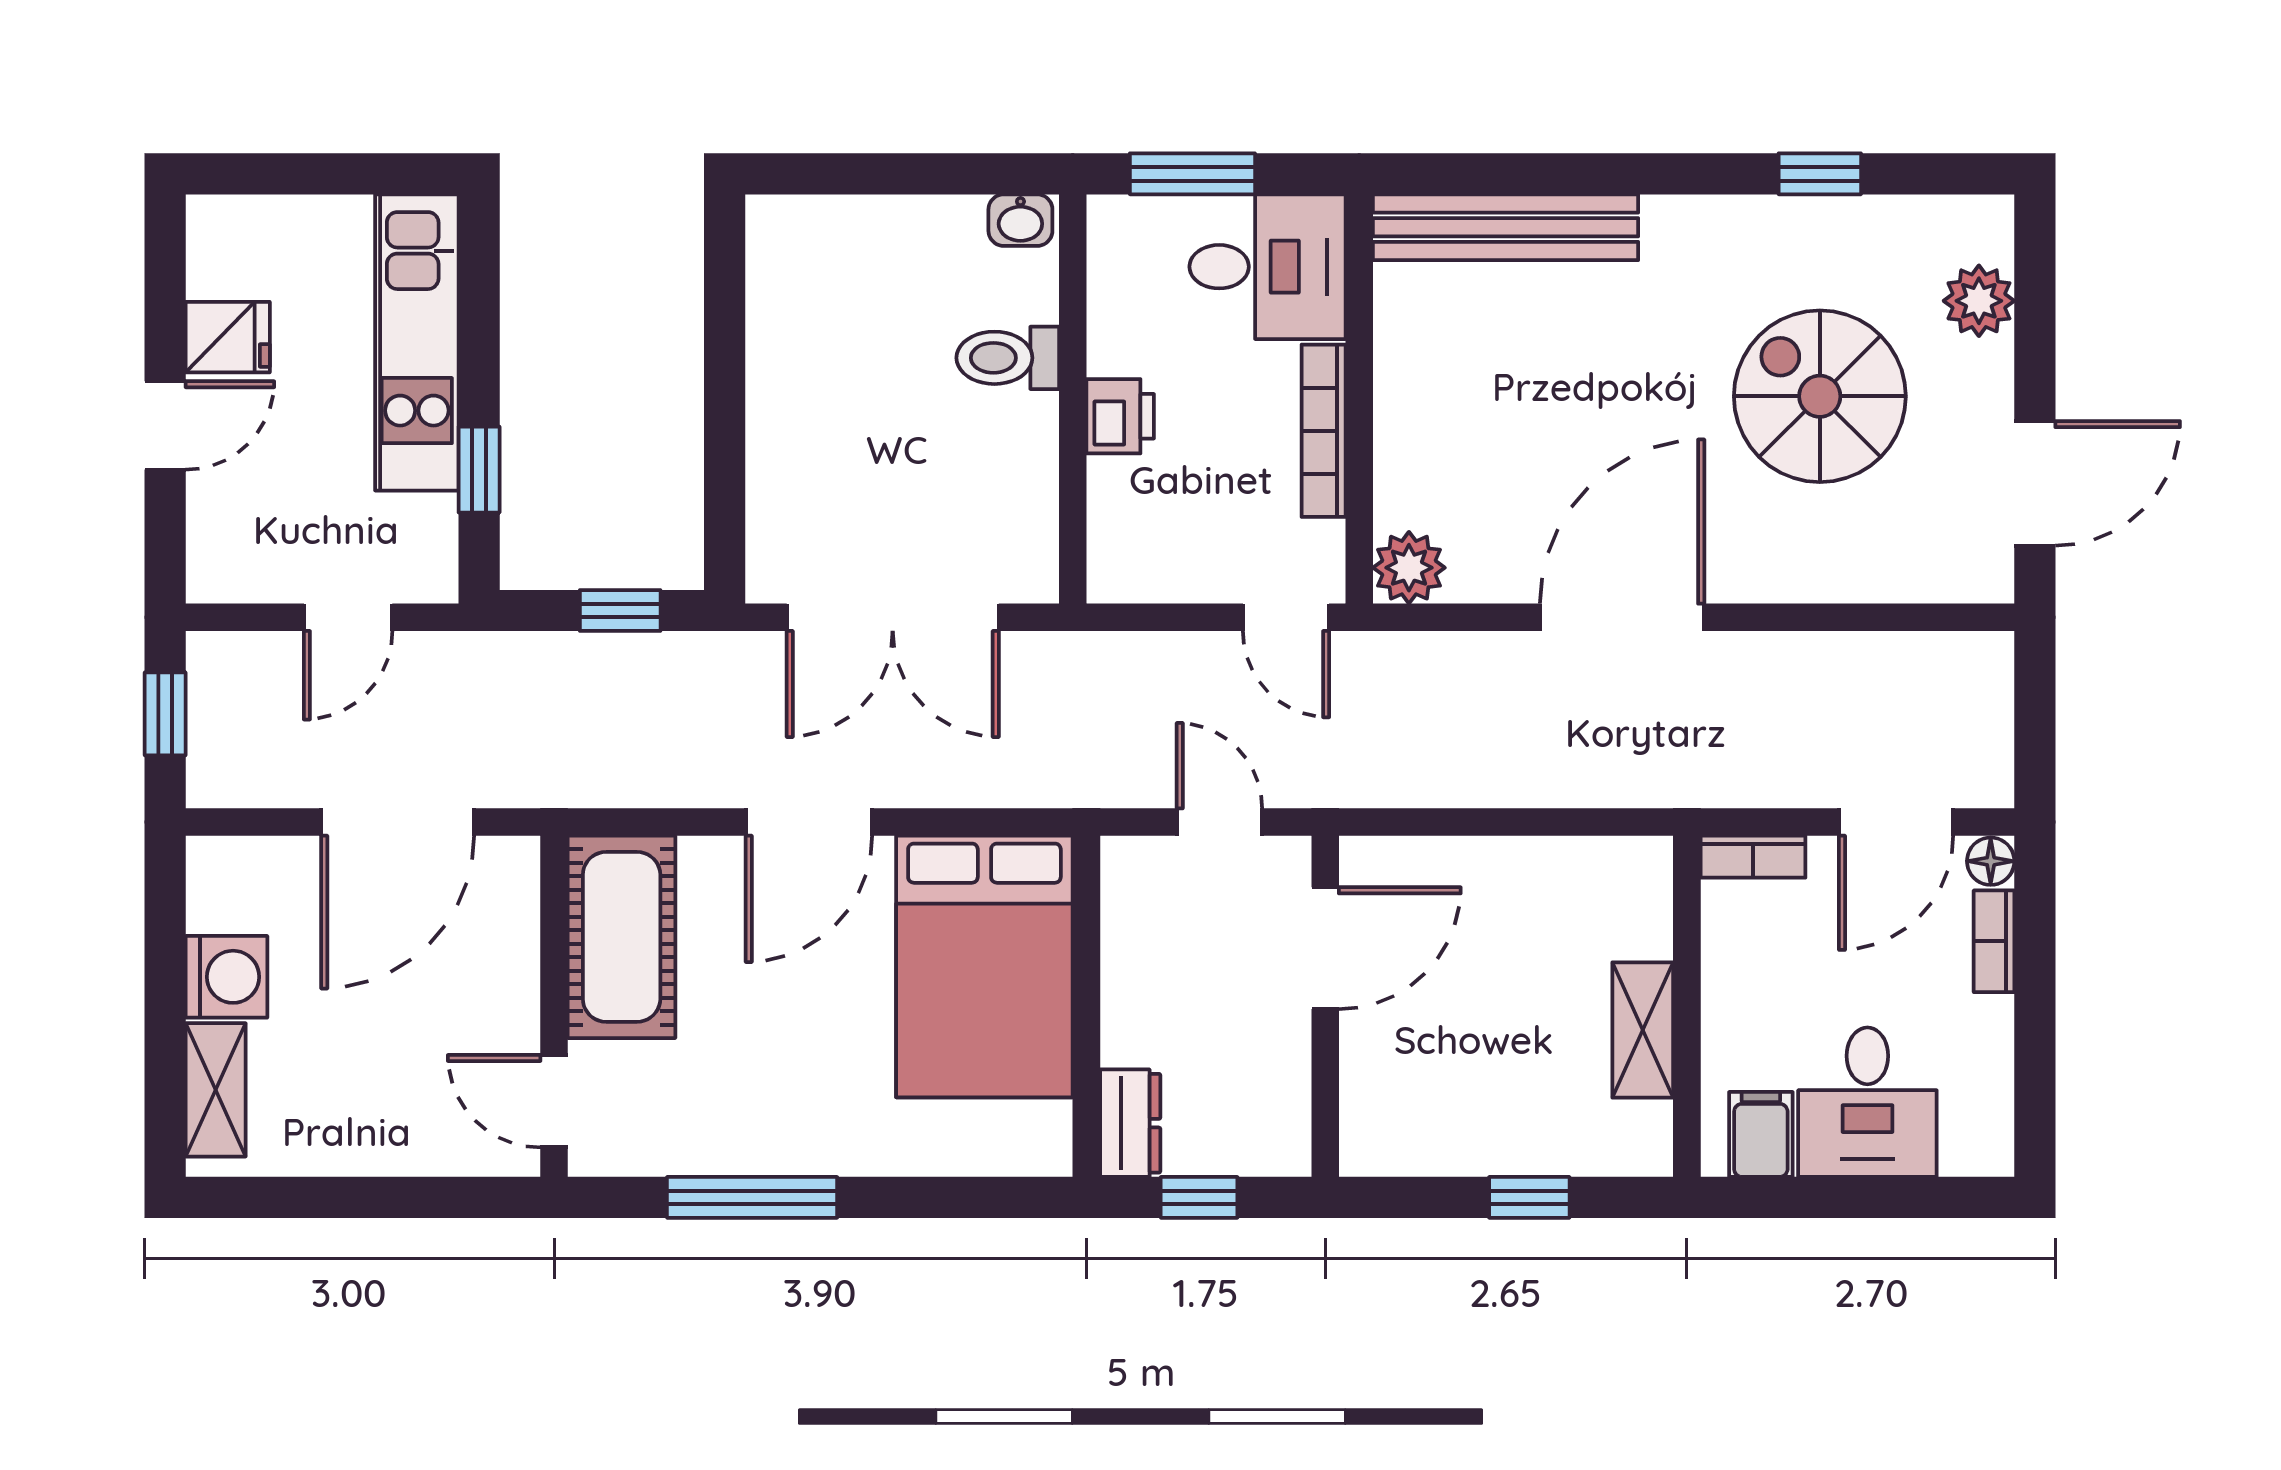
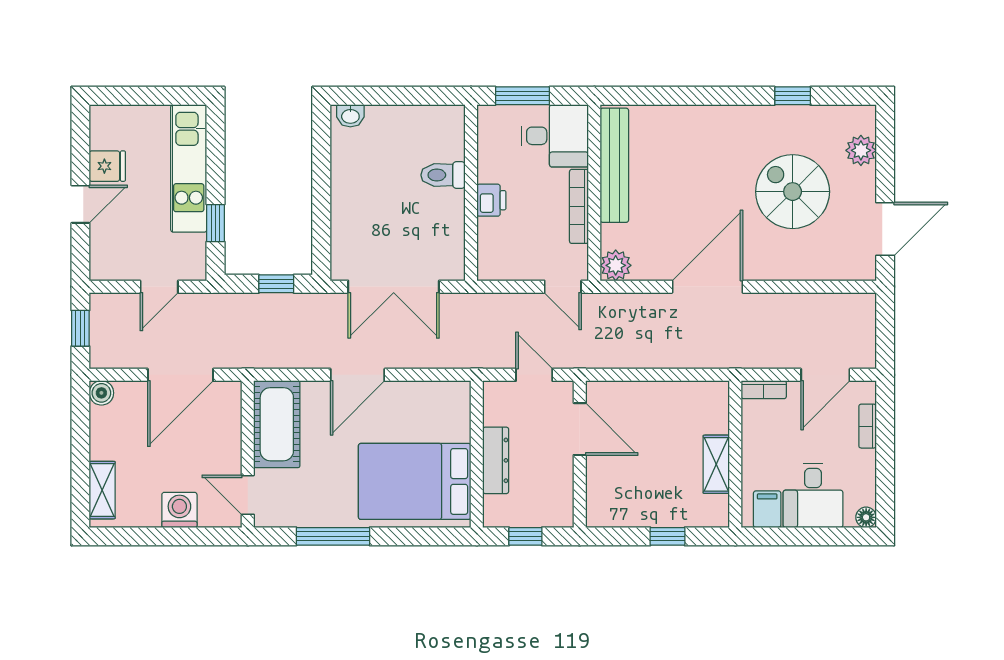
washbasin: (1020, 220) -> (350, 116), moved
bench: (1506, 227) -> (614, 165), moved, turned 90
floor lamp: (1991, 861) -> (866, 517), moved
boiler: (214, 864) -> (101, 393), added
door: (1325, 948) -> (580, 429), hinge flipped
bed: (984, 967) -> (415, 481), moved, turned 90
washing machine: (226, 977) -> (179, 510), moved, turned -90
dresser: (1130, 1123) -> (496, 460), moved, width x1.44

